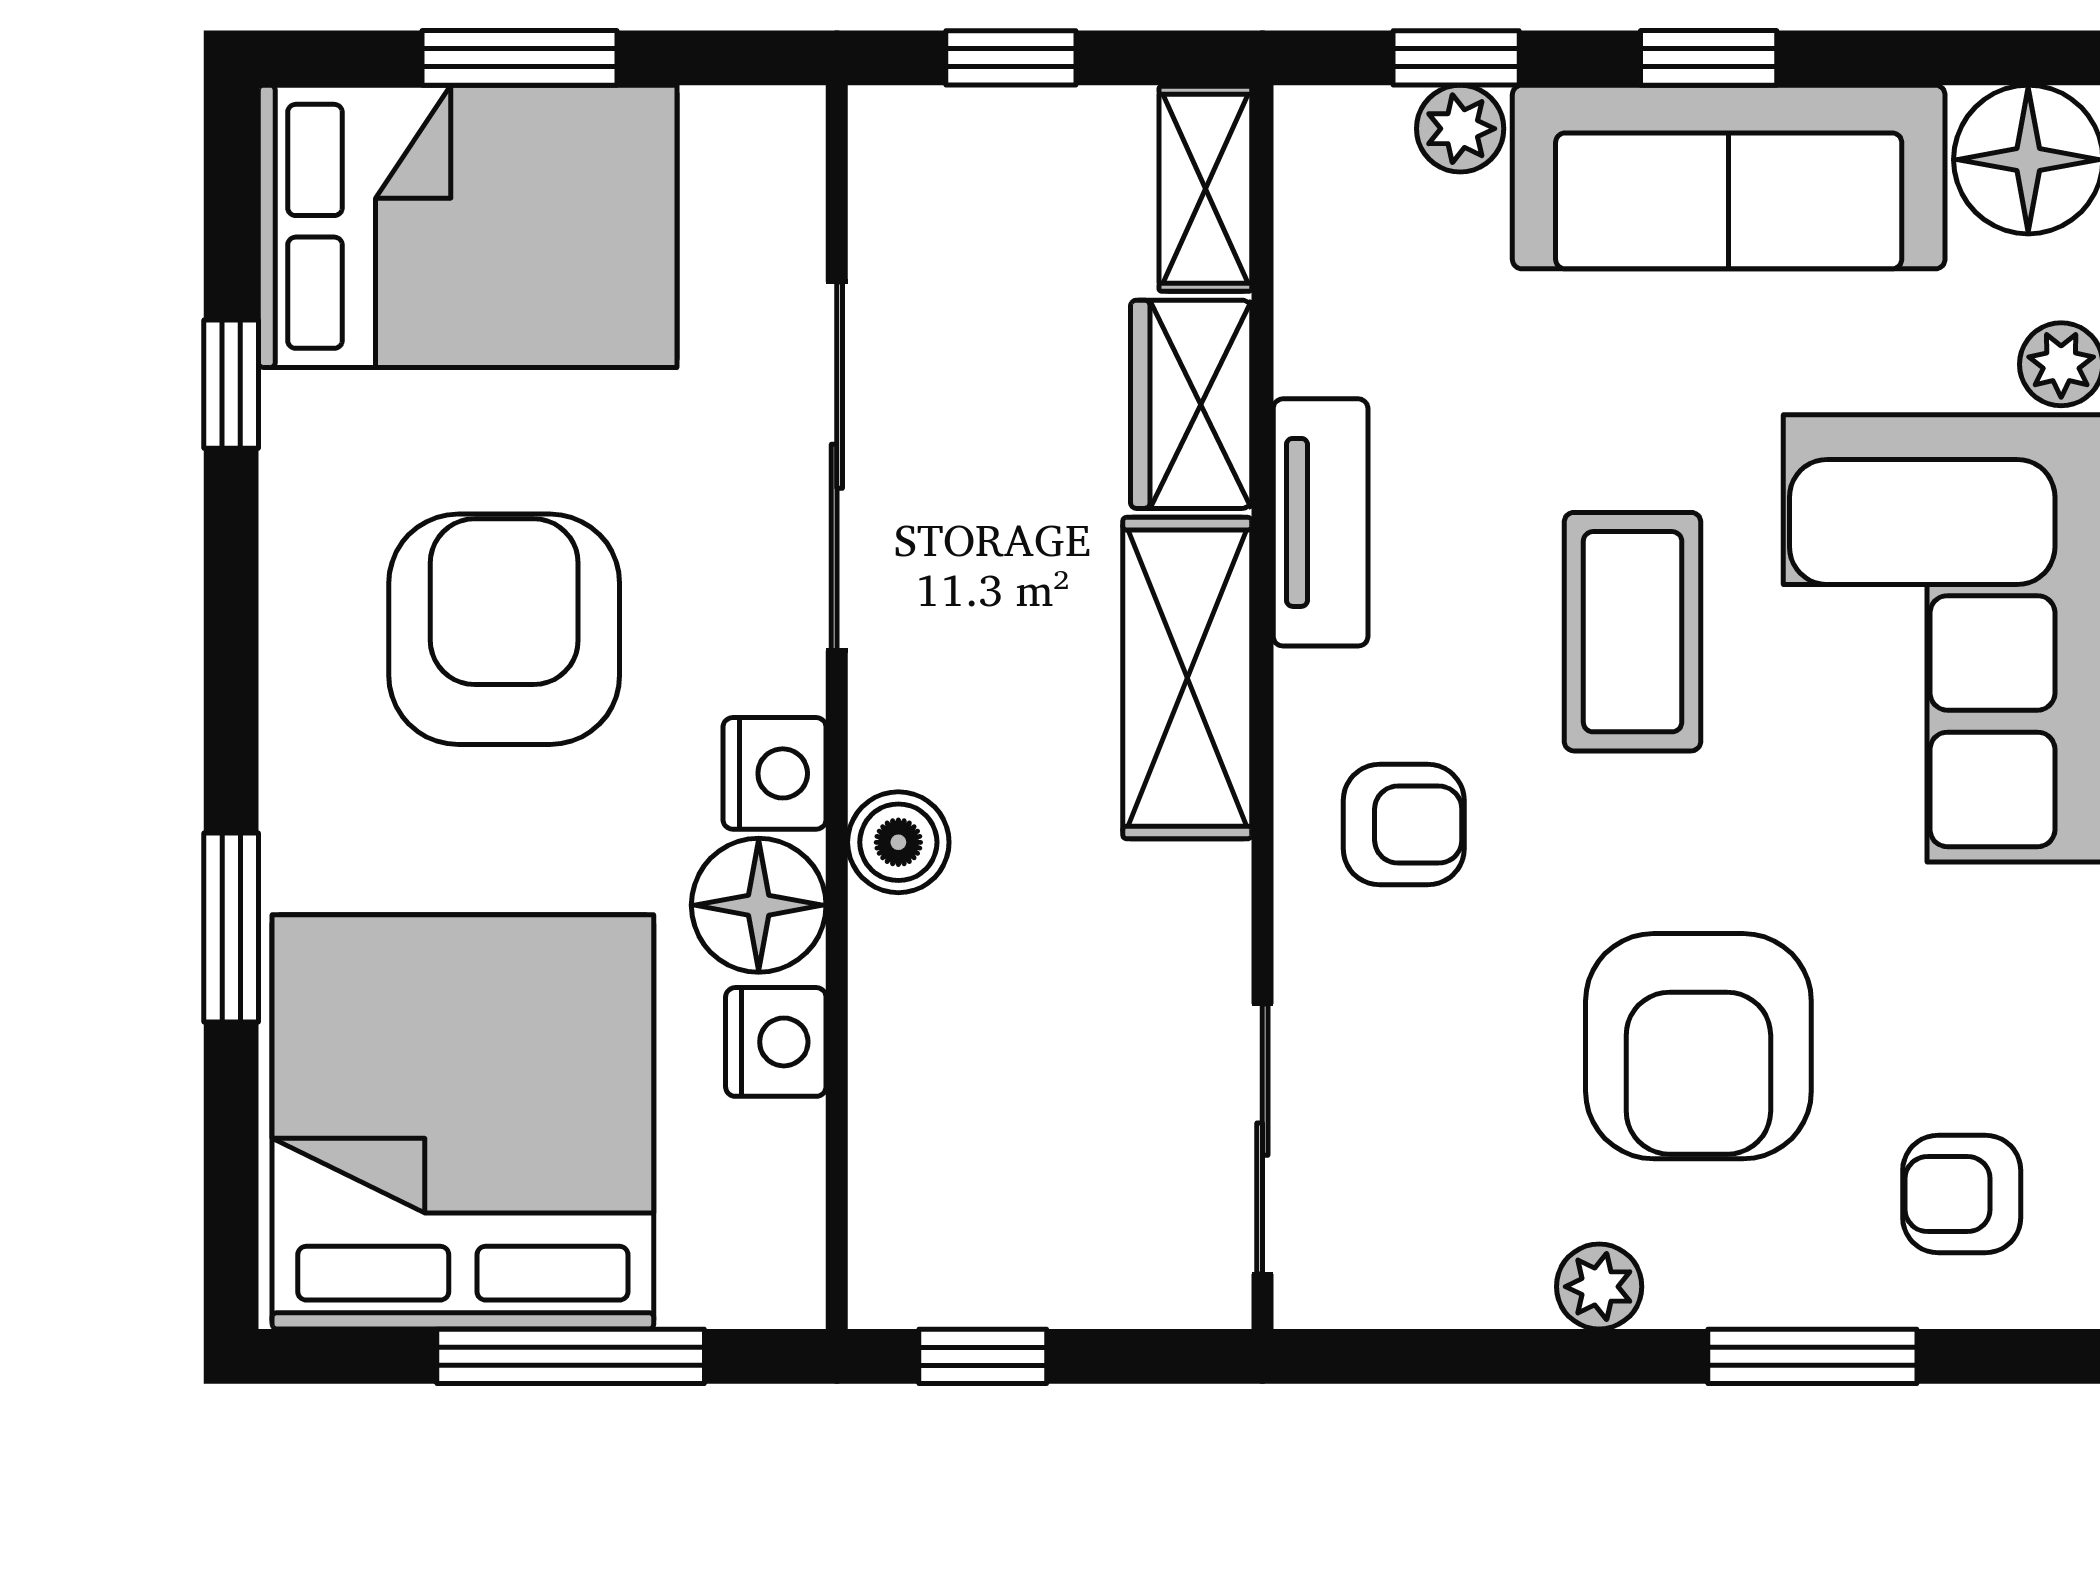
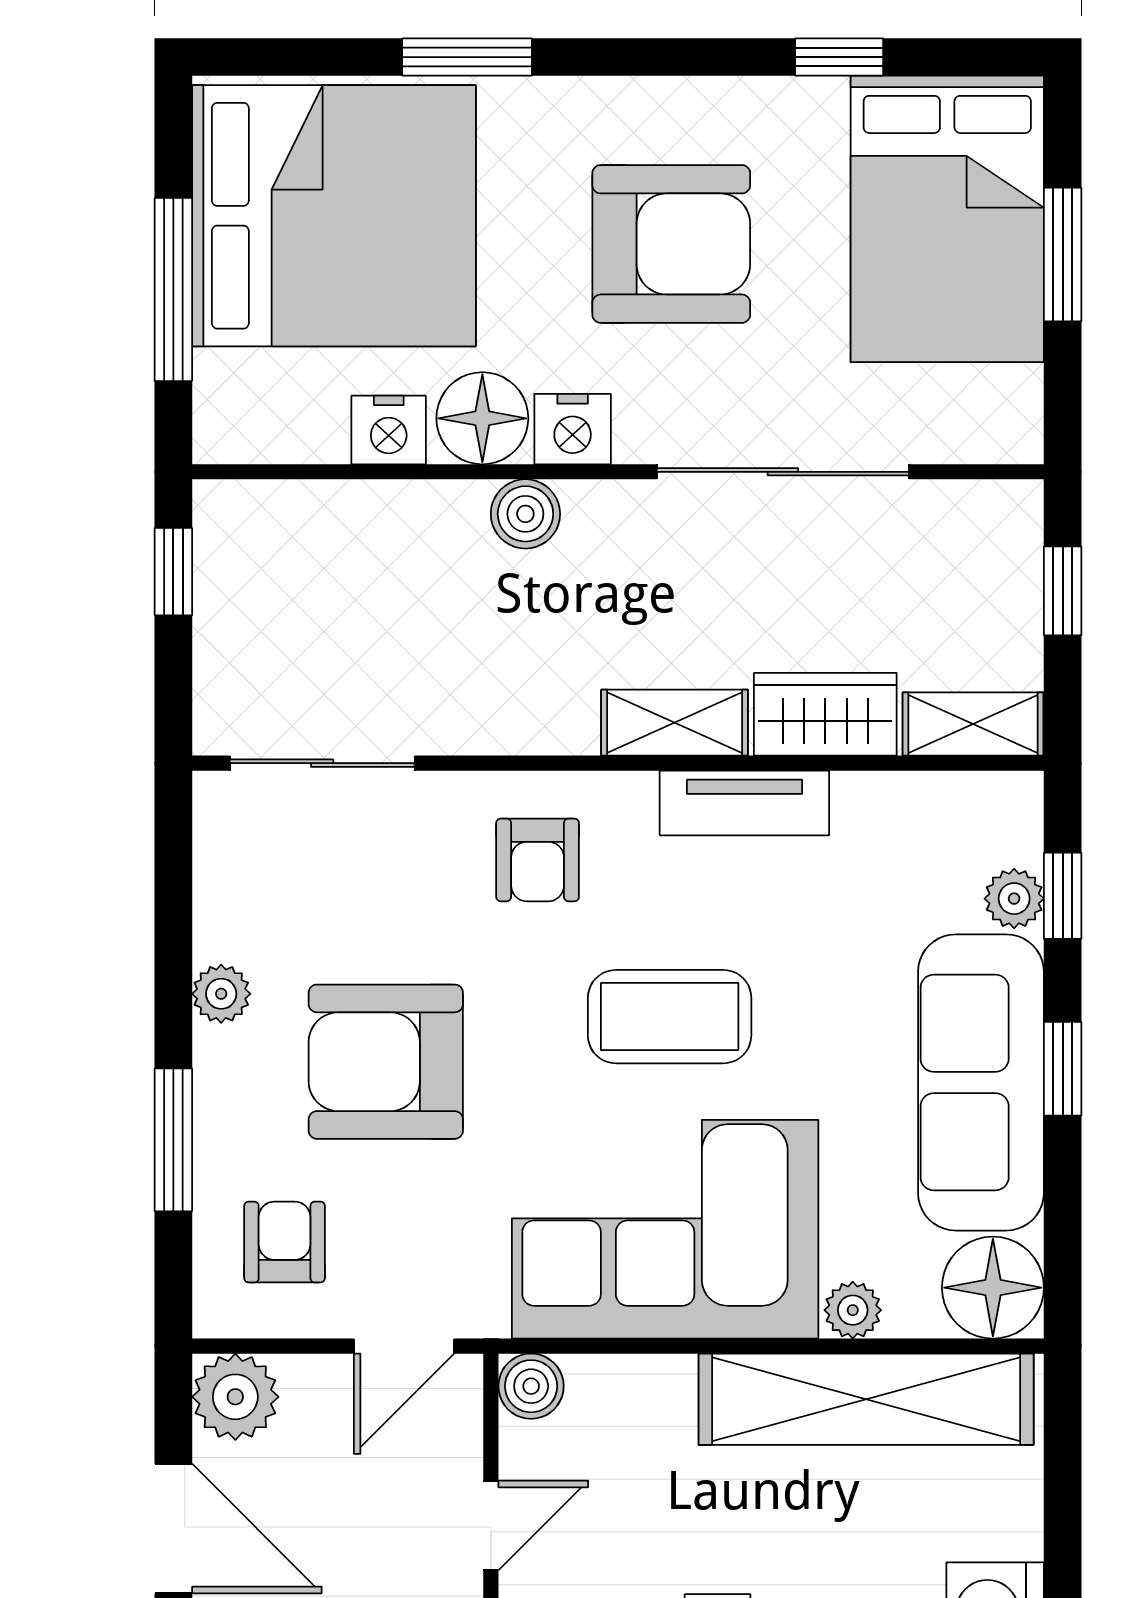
shelving: (1187, 678) -> (675, 723), width x0.67, depth x0.75

